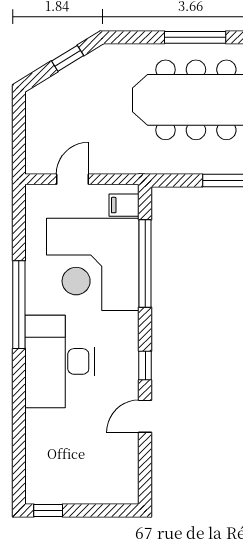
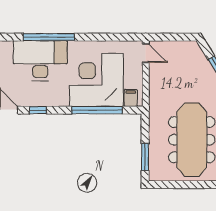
door: (72, 179) -> (146, 53), moved
window: (19, 305) -> (49, 37), moved

